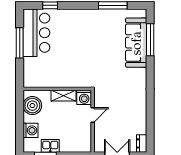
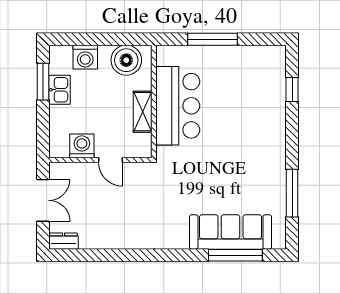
bar counter: (36, 33) -> (178, 106), moved, turned -90
window: (20, 43) -> (212, 39), moved
washing machine: (84, 97) -> (82, 146), moved, turned 90

